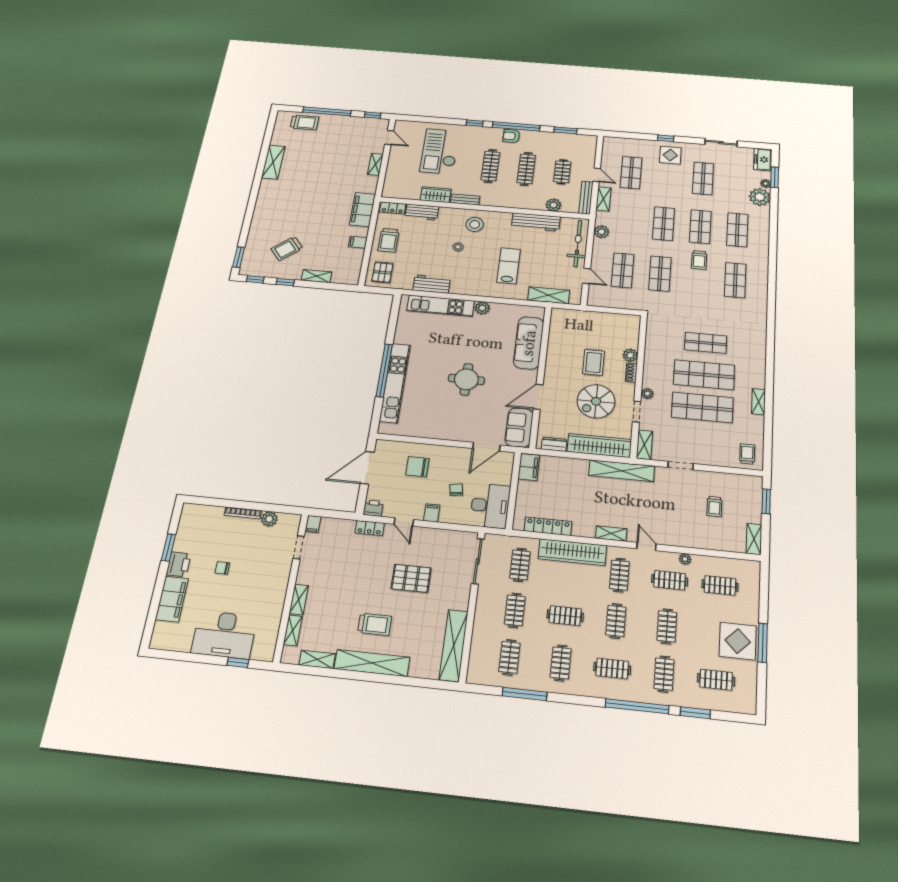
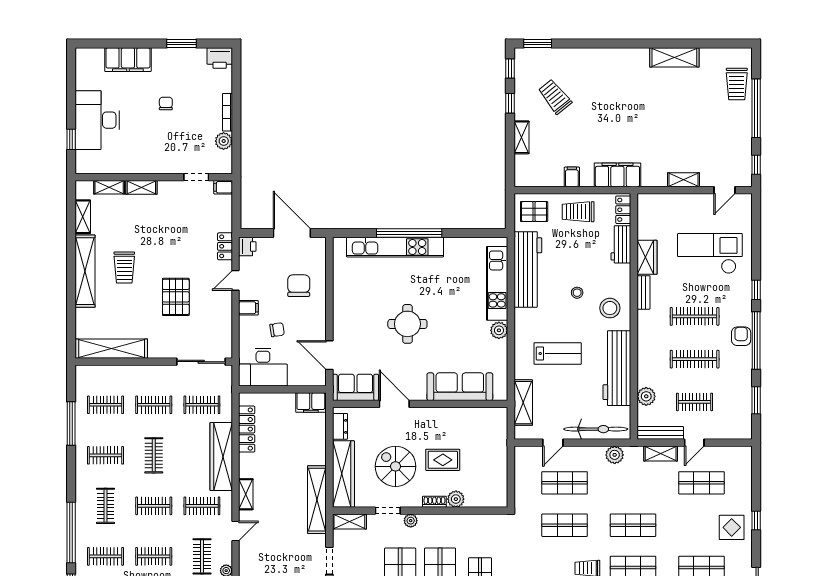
workbench: (536, 222) -> (617, 368), width x1.36, depth x1.32
workbench: (432, 284) -> (528, 269), width x1.88, depth x1.32
printer: (179, 564) -> (220, 58), moved

